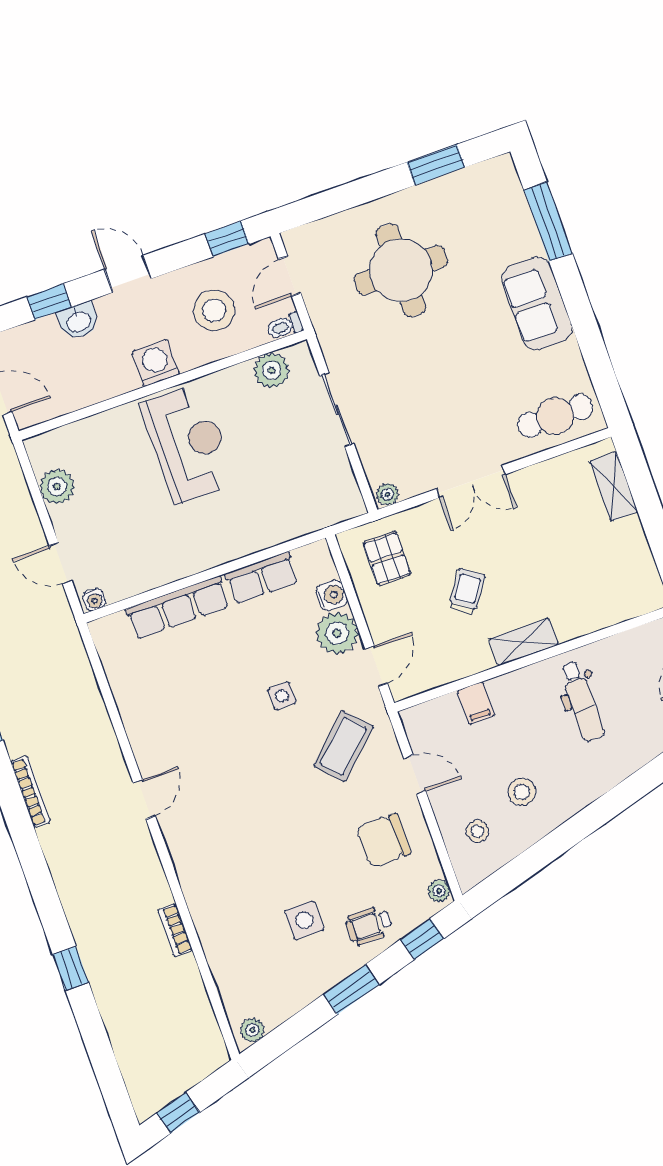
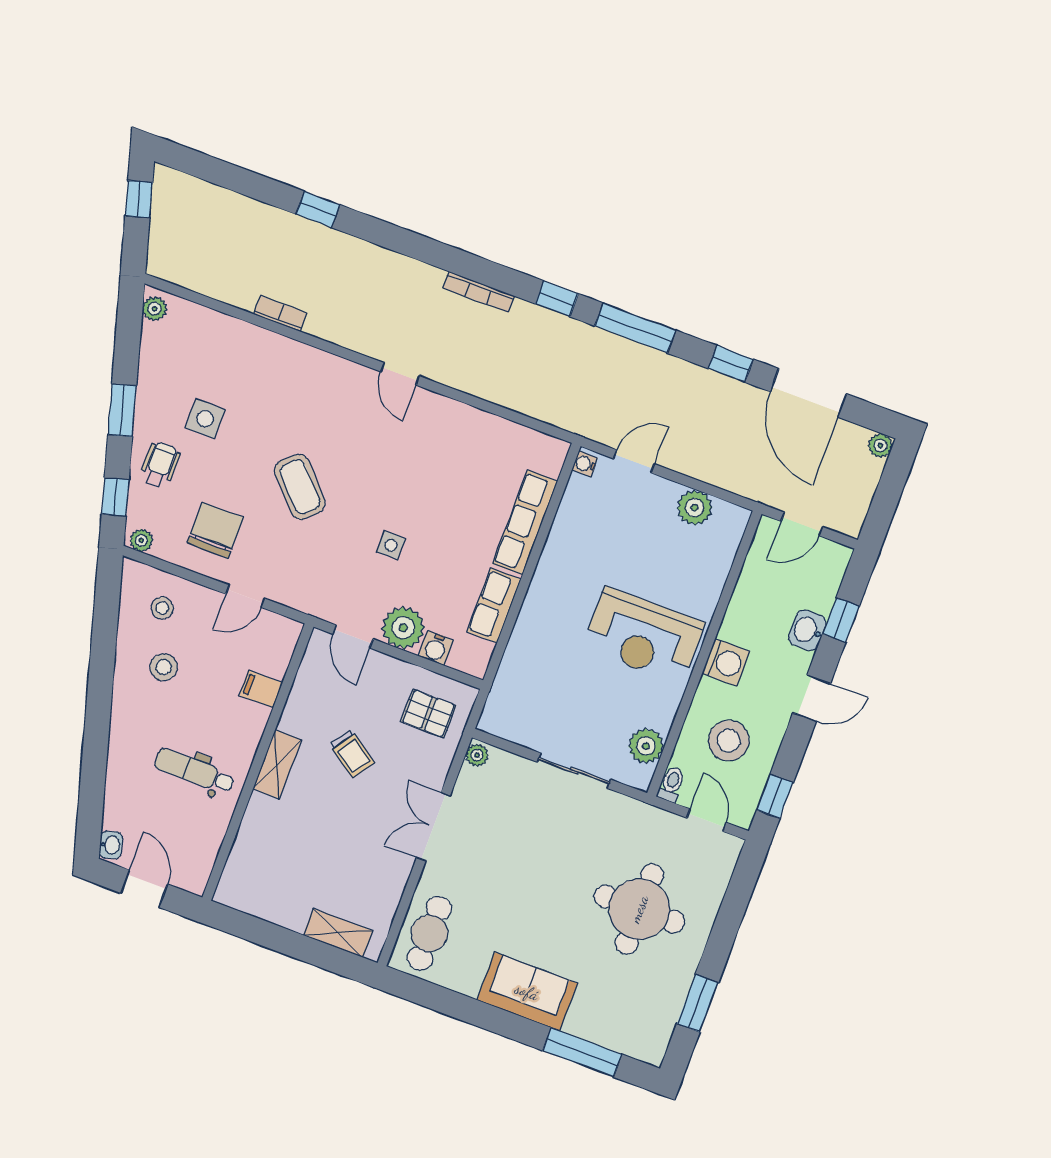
coffee table: (343, 746) -> (300, 487), moved

